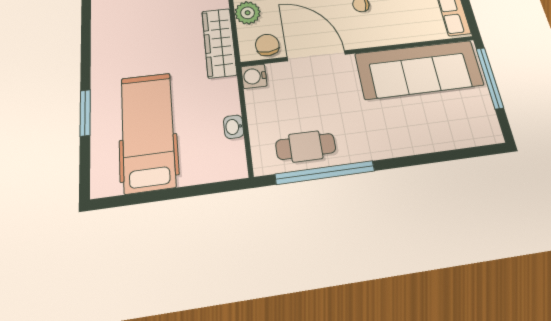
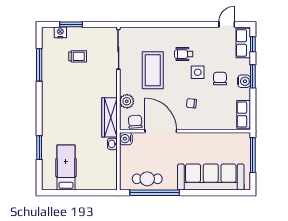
sofa: (419, 69) -> (211, 177), moved, turned 180
washbasin: (234, 127) -> (112, 144), moved
hospital bed: (148, 131) -> (66, 168), width x0.73, depth x0.78

